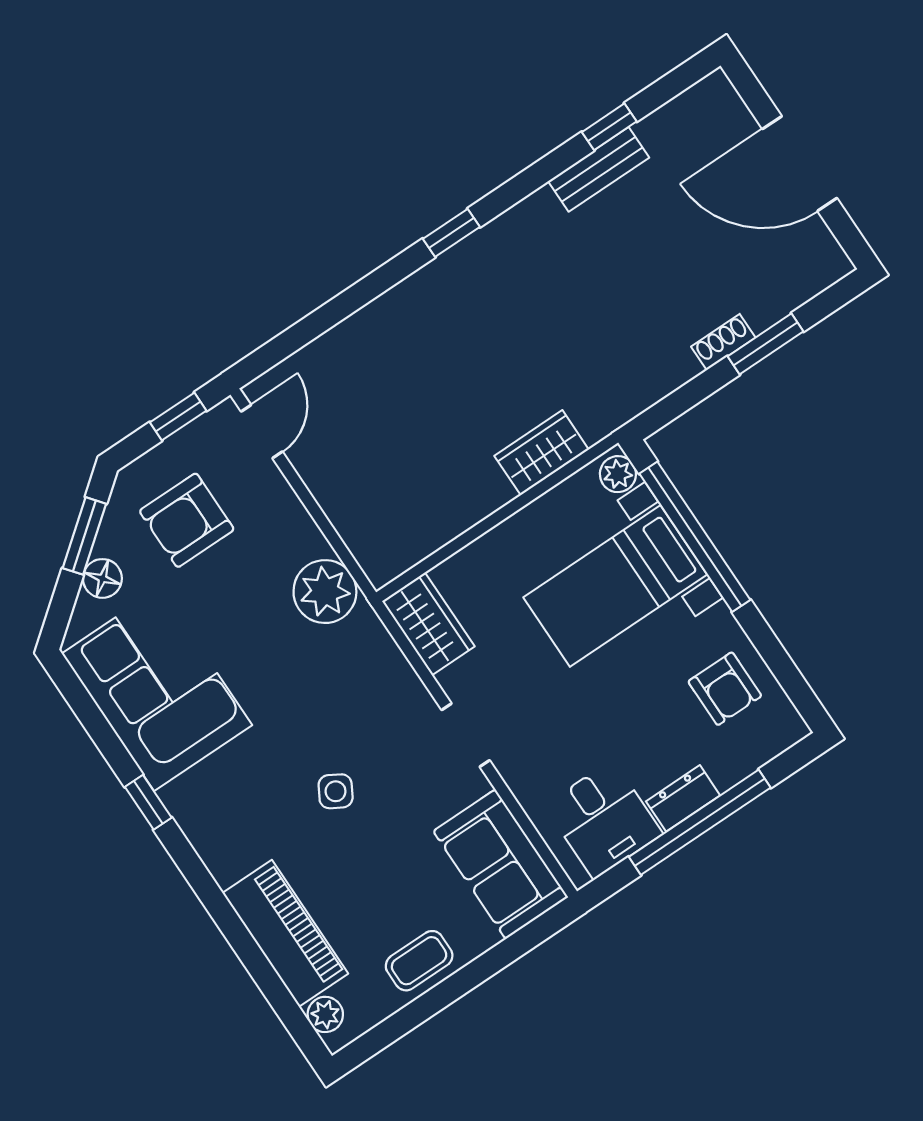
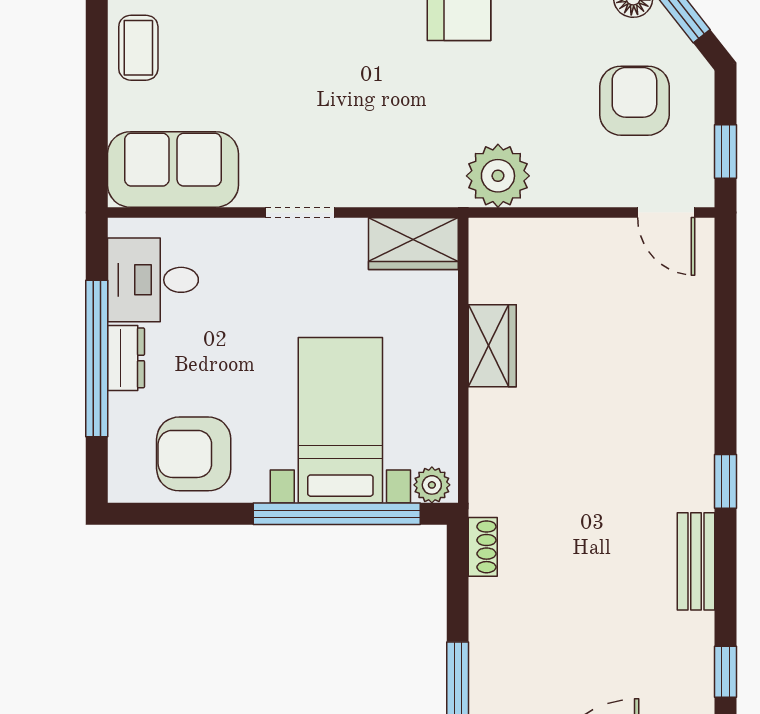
bench: (599, 169) -> (696, 561), moved
shoe rack: (723, 342) -> (483, 547), moved
wardrobe: (542, 453) -> (492, 346), moved
armchair: (725, 689) -> (194, 454), width x1.38, depth x1.38
side table: (336, 791) -> (326, 73), removed

